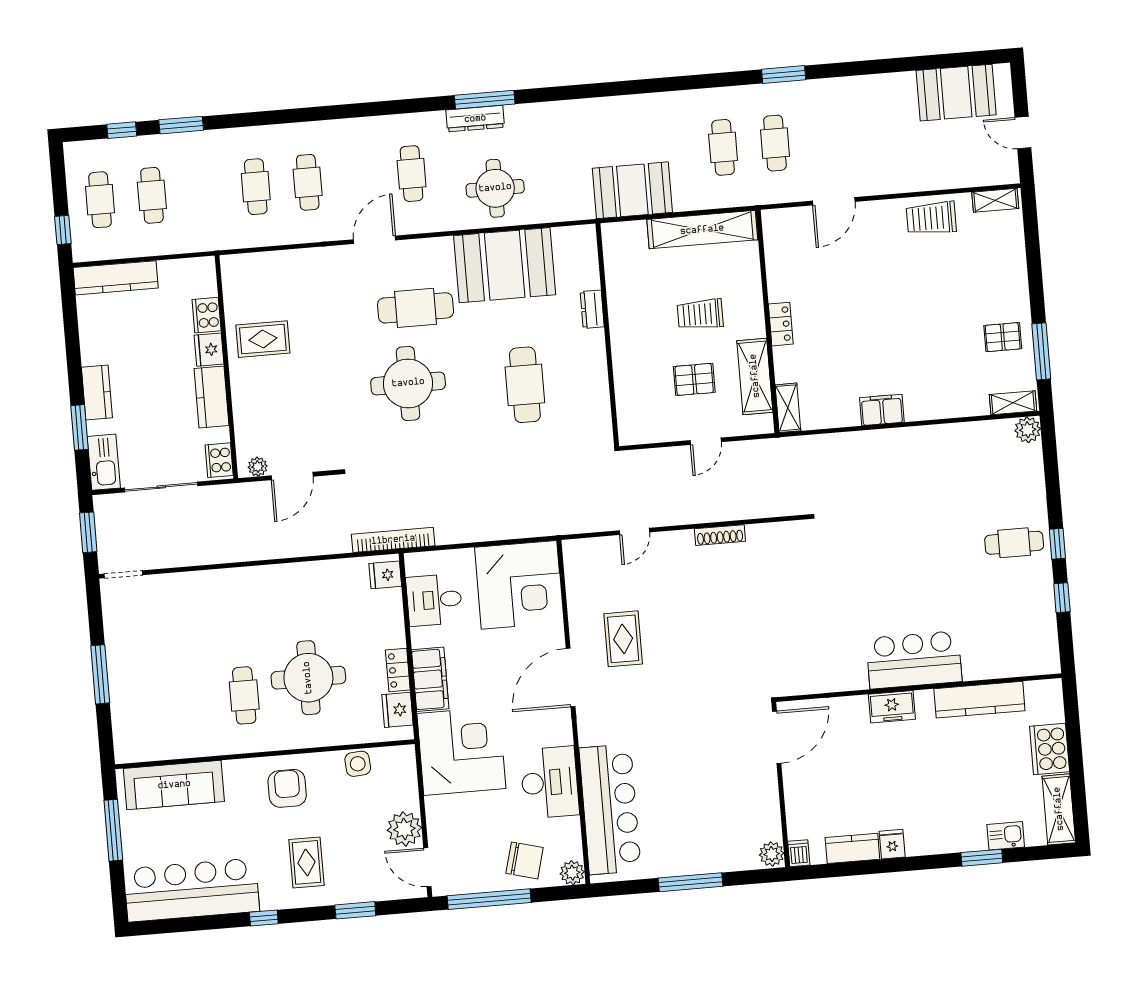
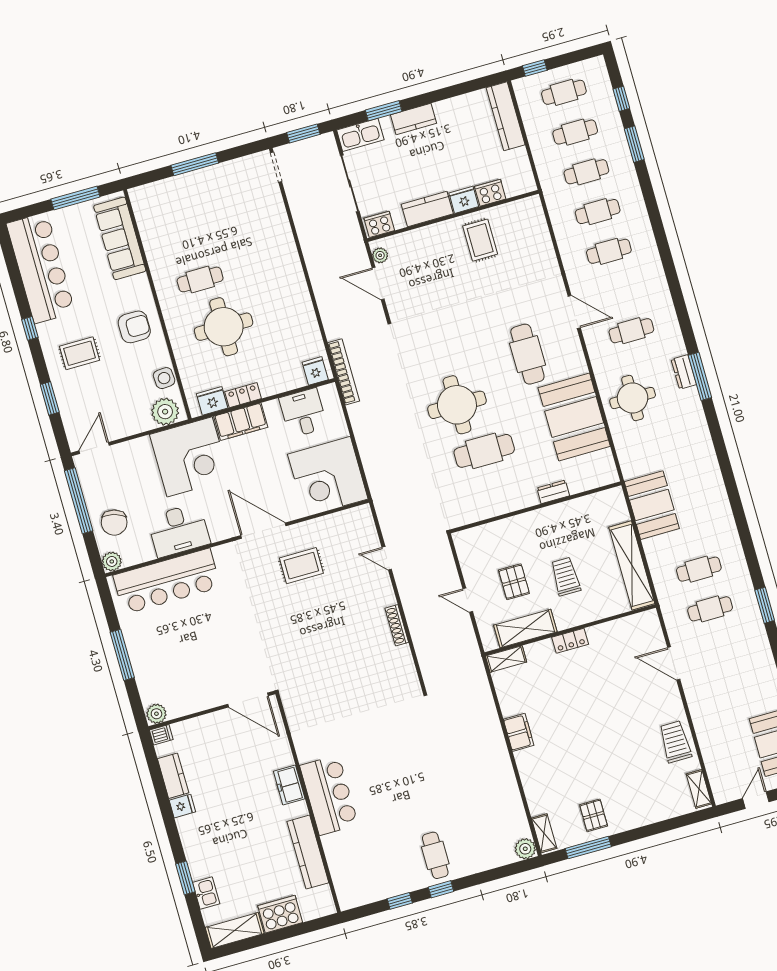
dresser: (475, 119) -> (684, 372), width x0.70
cafe table: (204, 191) -> (586, 172), added
round table: (408, 383) -> (457, 405), moved
plant: (404, 829) -> (165, 412), moved

